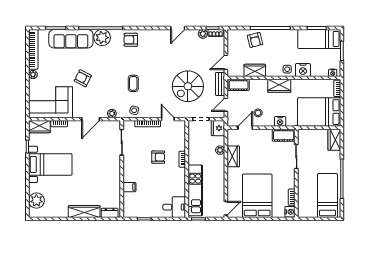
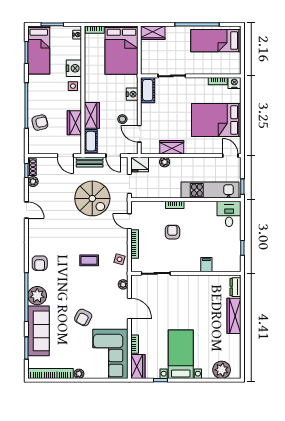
wardrobe: (279, 86) -> (92, 115), moved
door: (168, 119) -> (129, 221), hinge flipped

